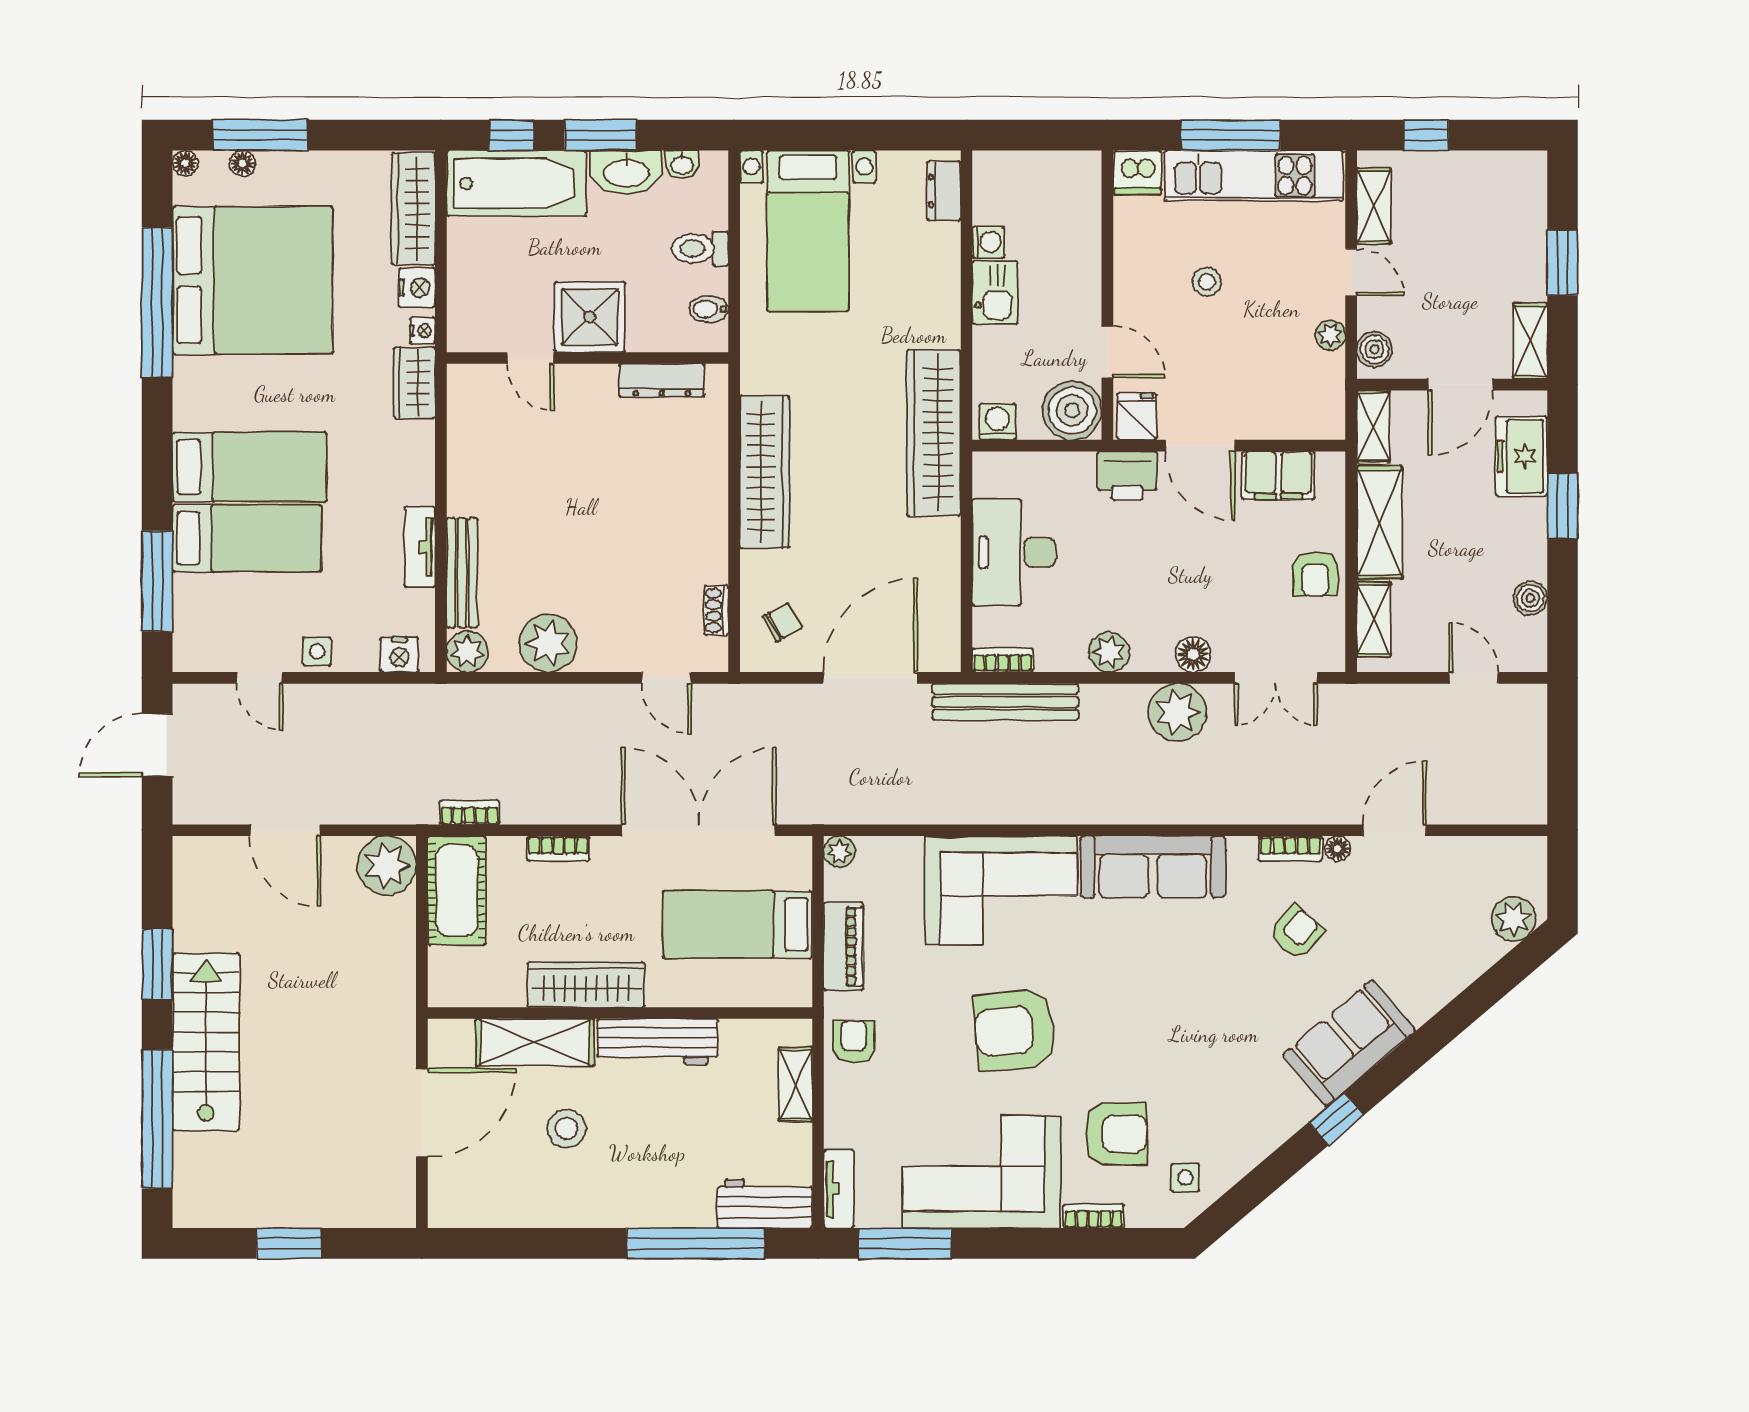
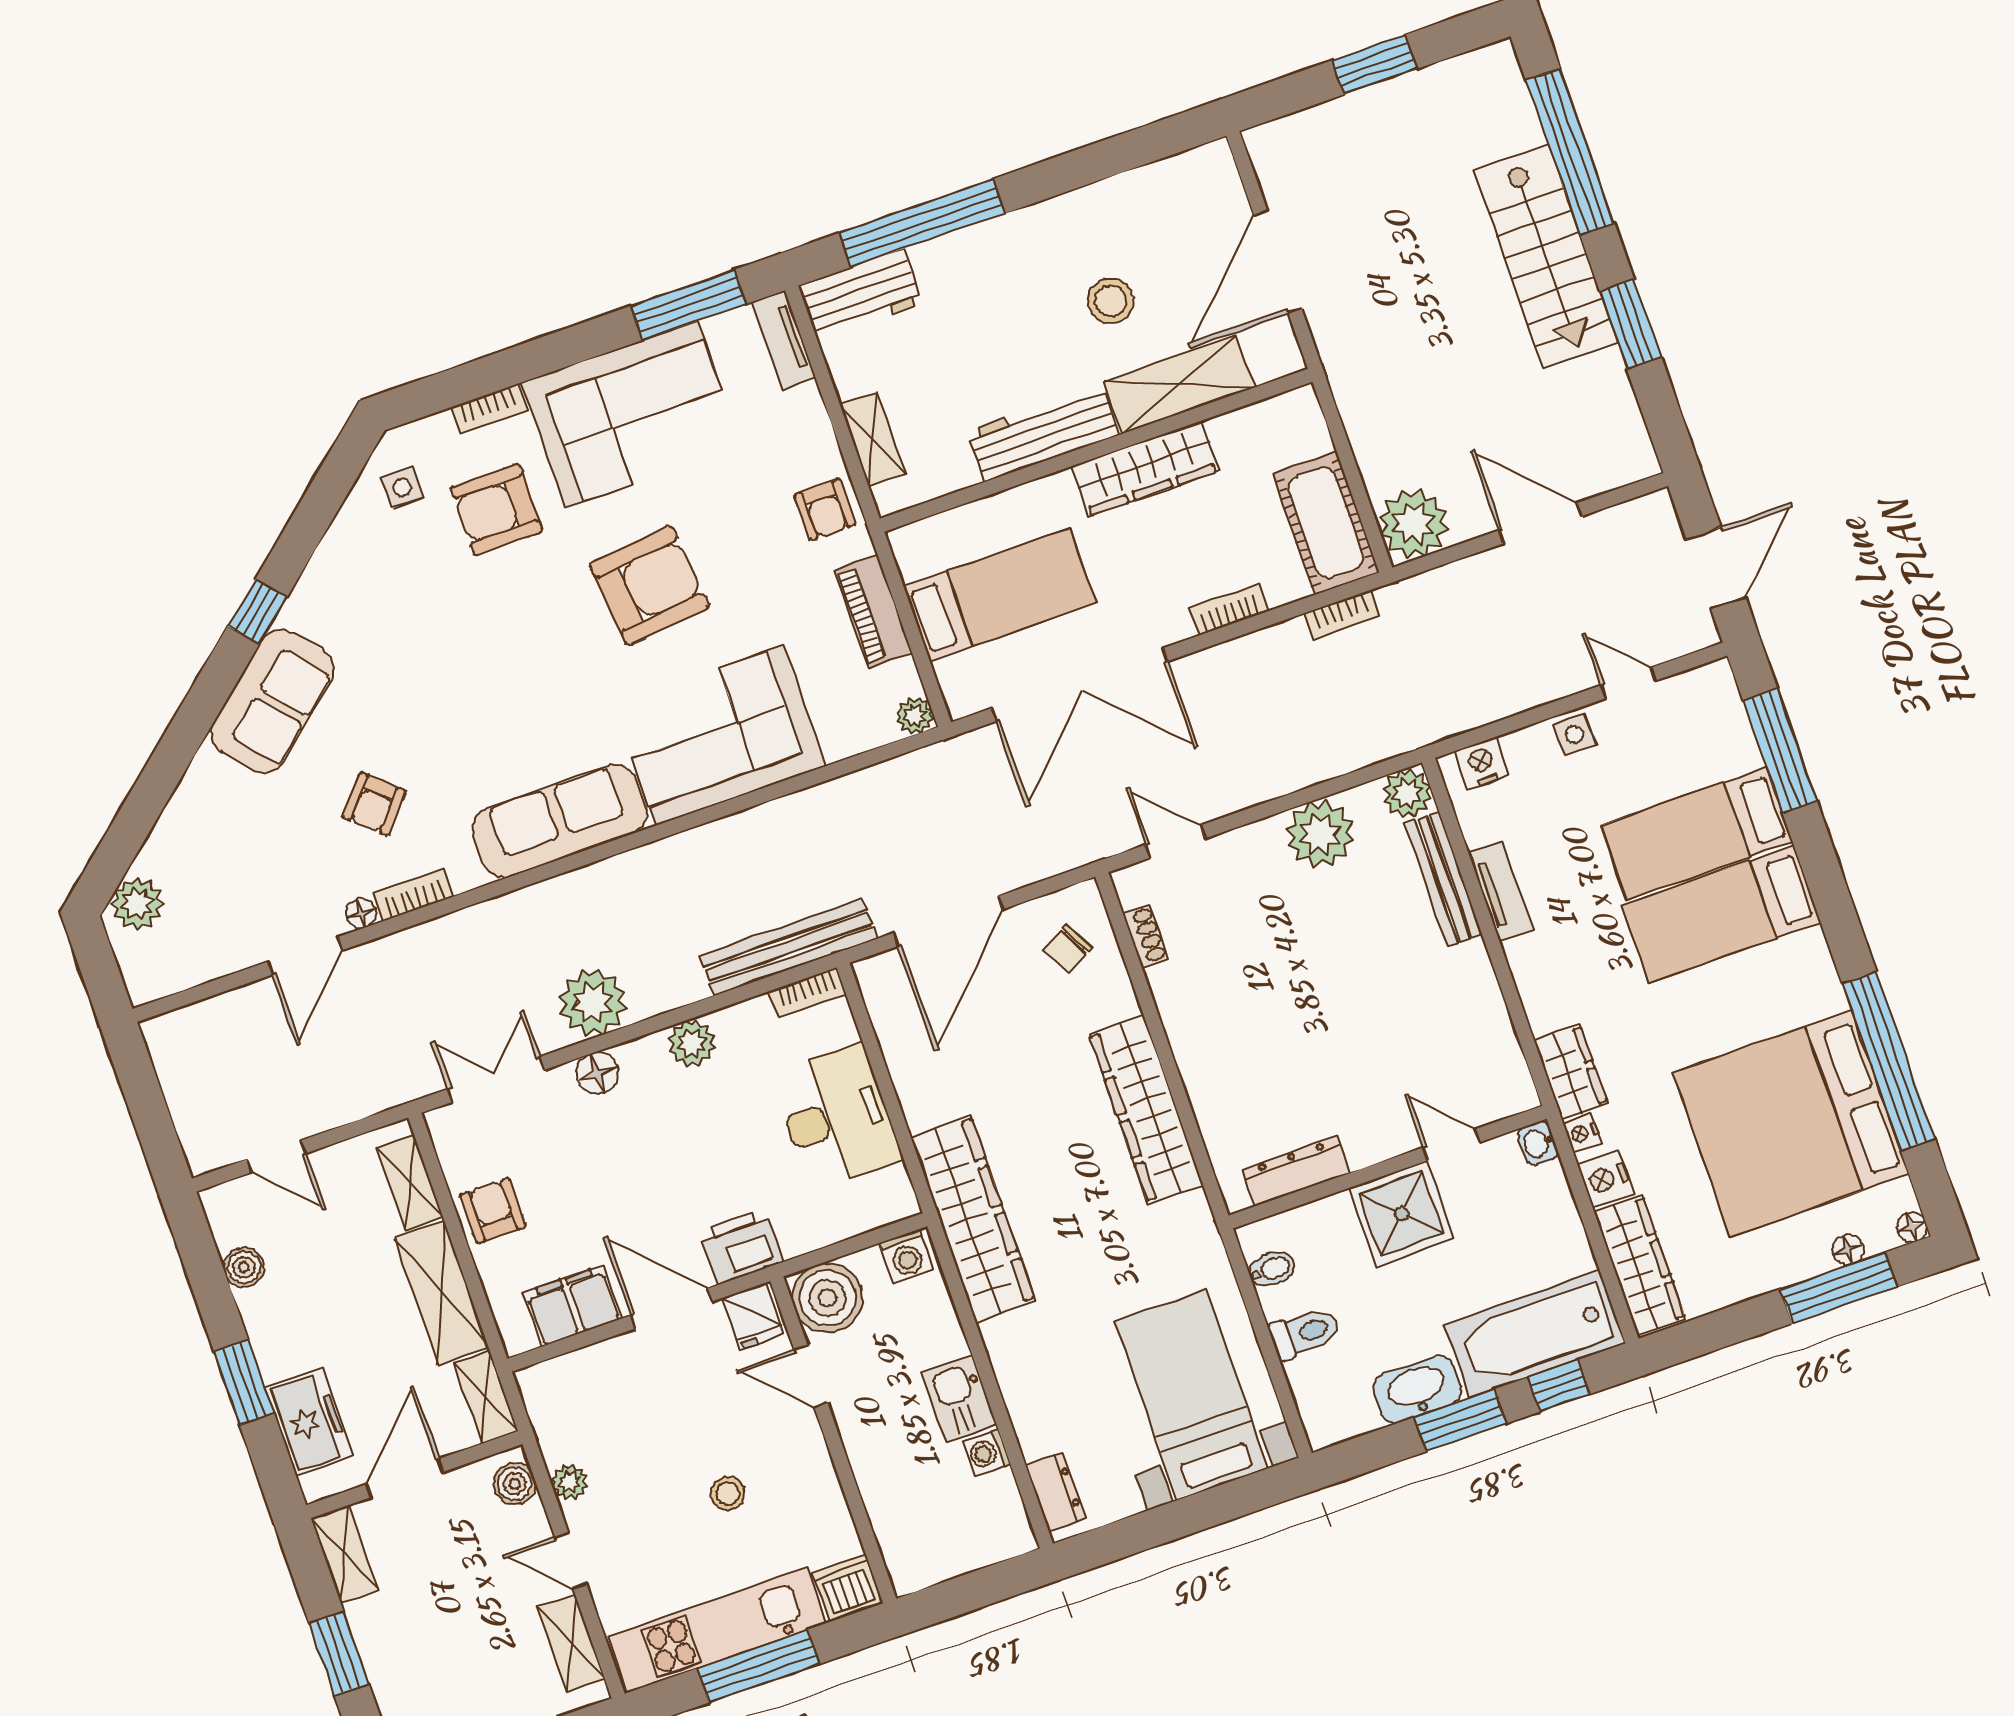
washbasin: (682, 164) -> (1538, 1143), moved, turned -90

